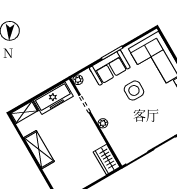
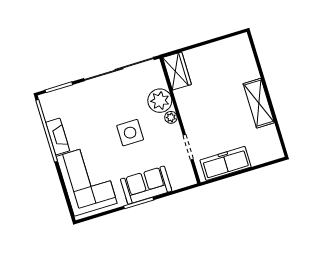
plant: (78, 80) -> (160, 101), moved, width x1.88, depth x1.88
side table: (134, 90) -> (130, 133), moved
shelving: (24, 112) -> (266, 154), removed

